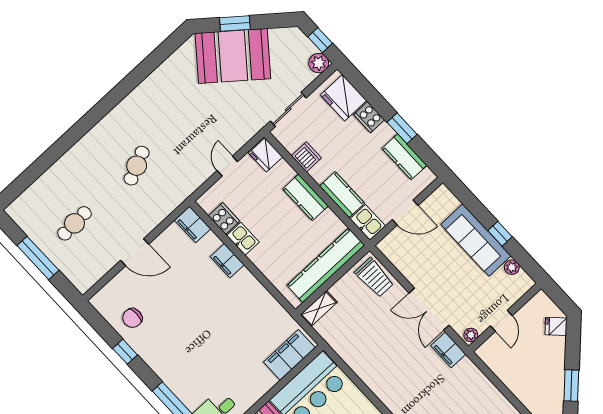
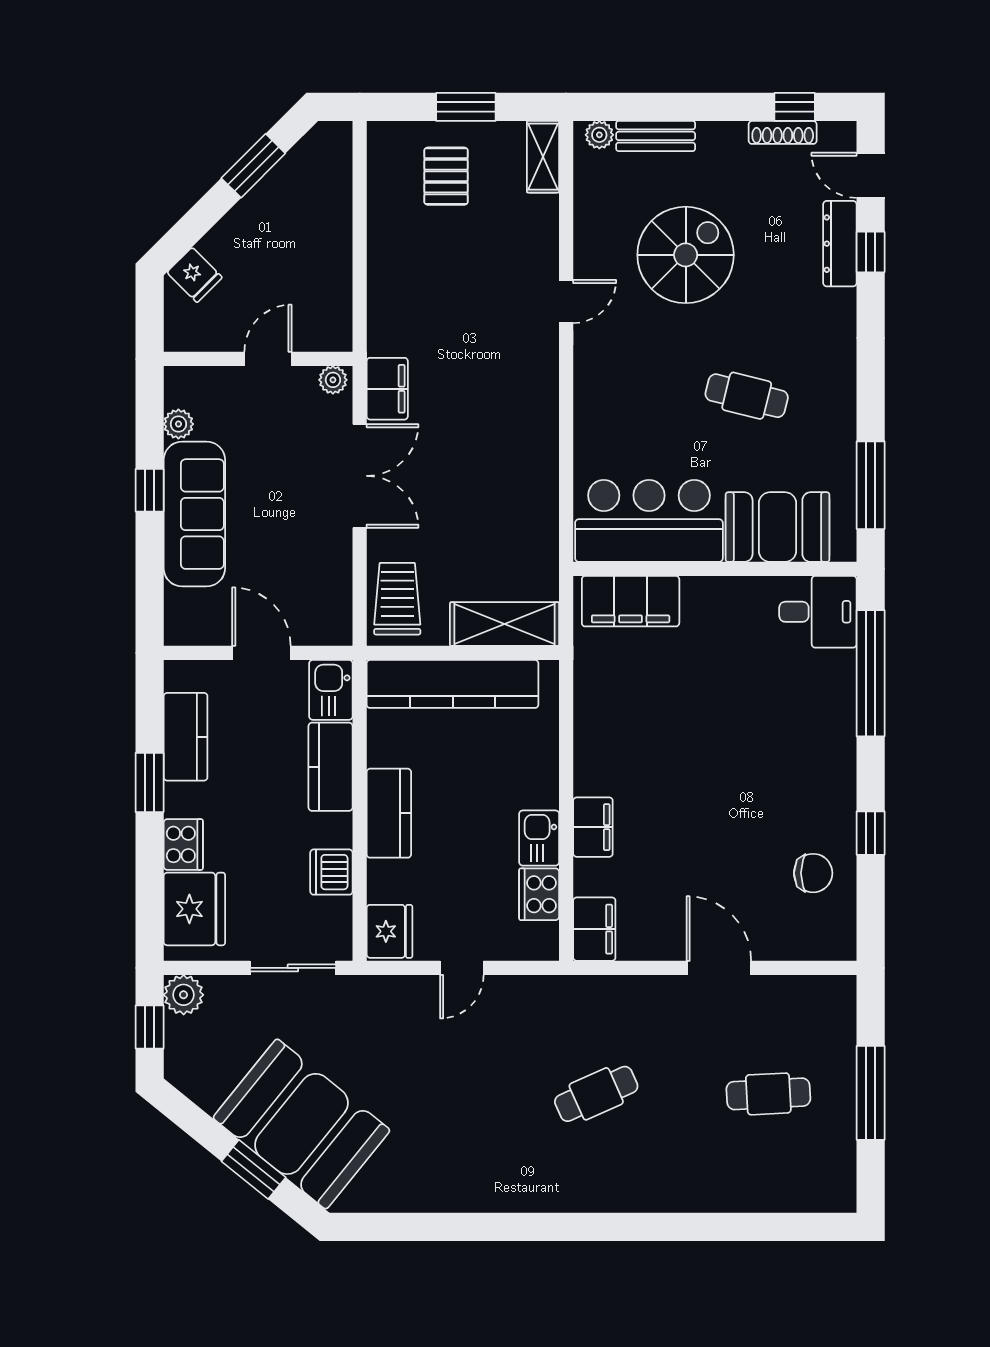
shelving: (319, 308) -> (505, 624), width x1.50, depth x1.33

